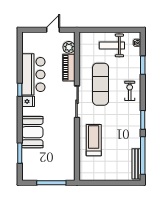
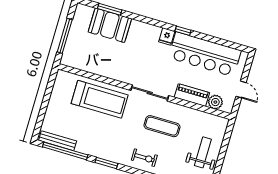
bar counter: (33, 74) -> (205, 54), width x1.36
exercise mat: (101, 84) -> (162, 126), width x0.73, depth x0.69
booth: (32, 132) -> (110, 25), moved
treadmill: (94, 140) -> (100, 99), width x1.37, depth x1.38

